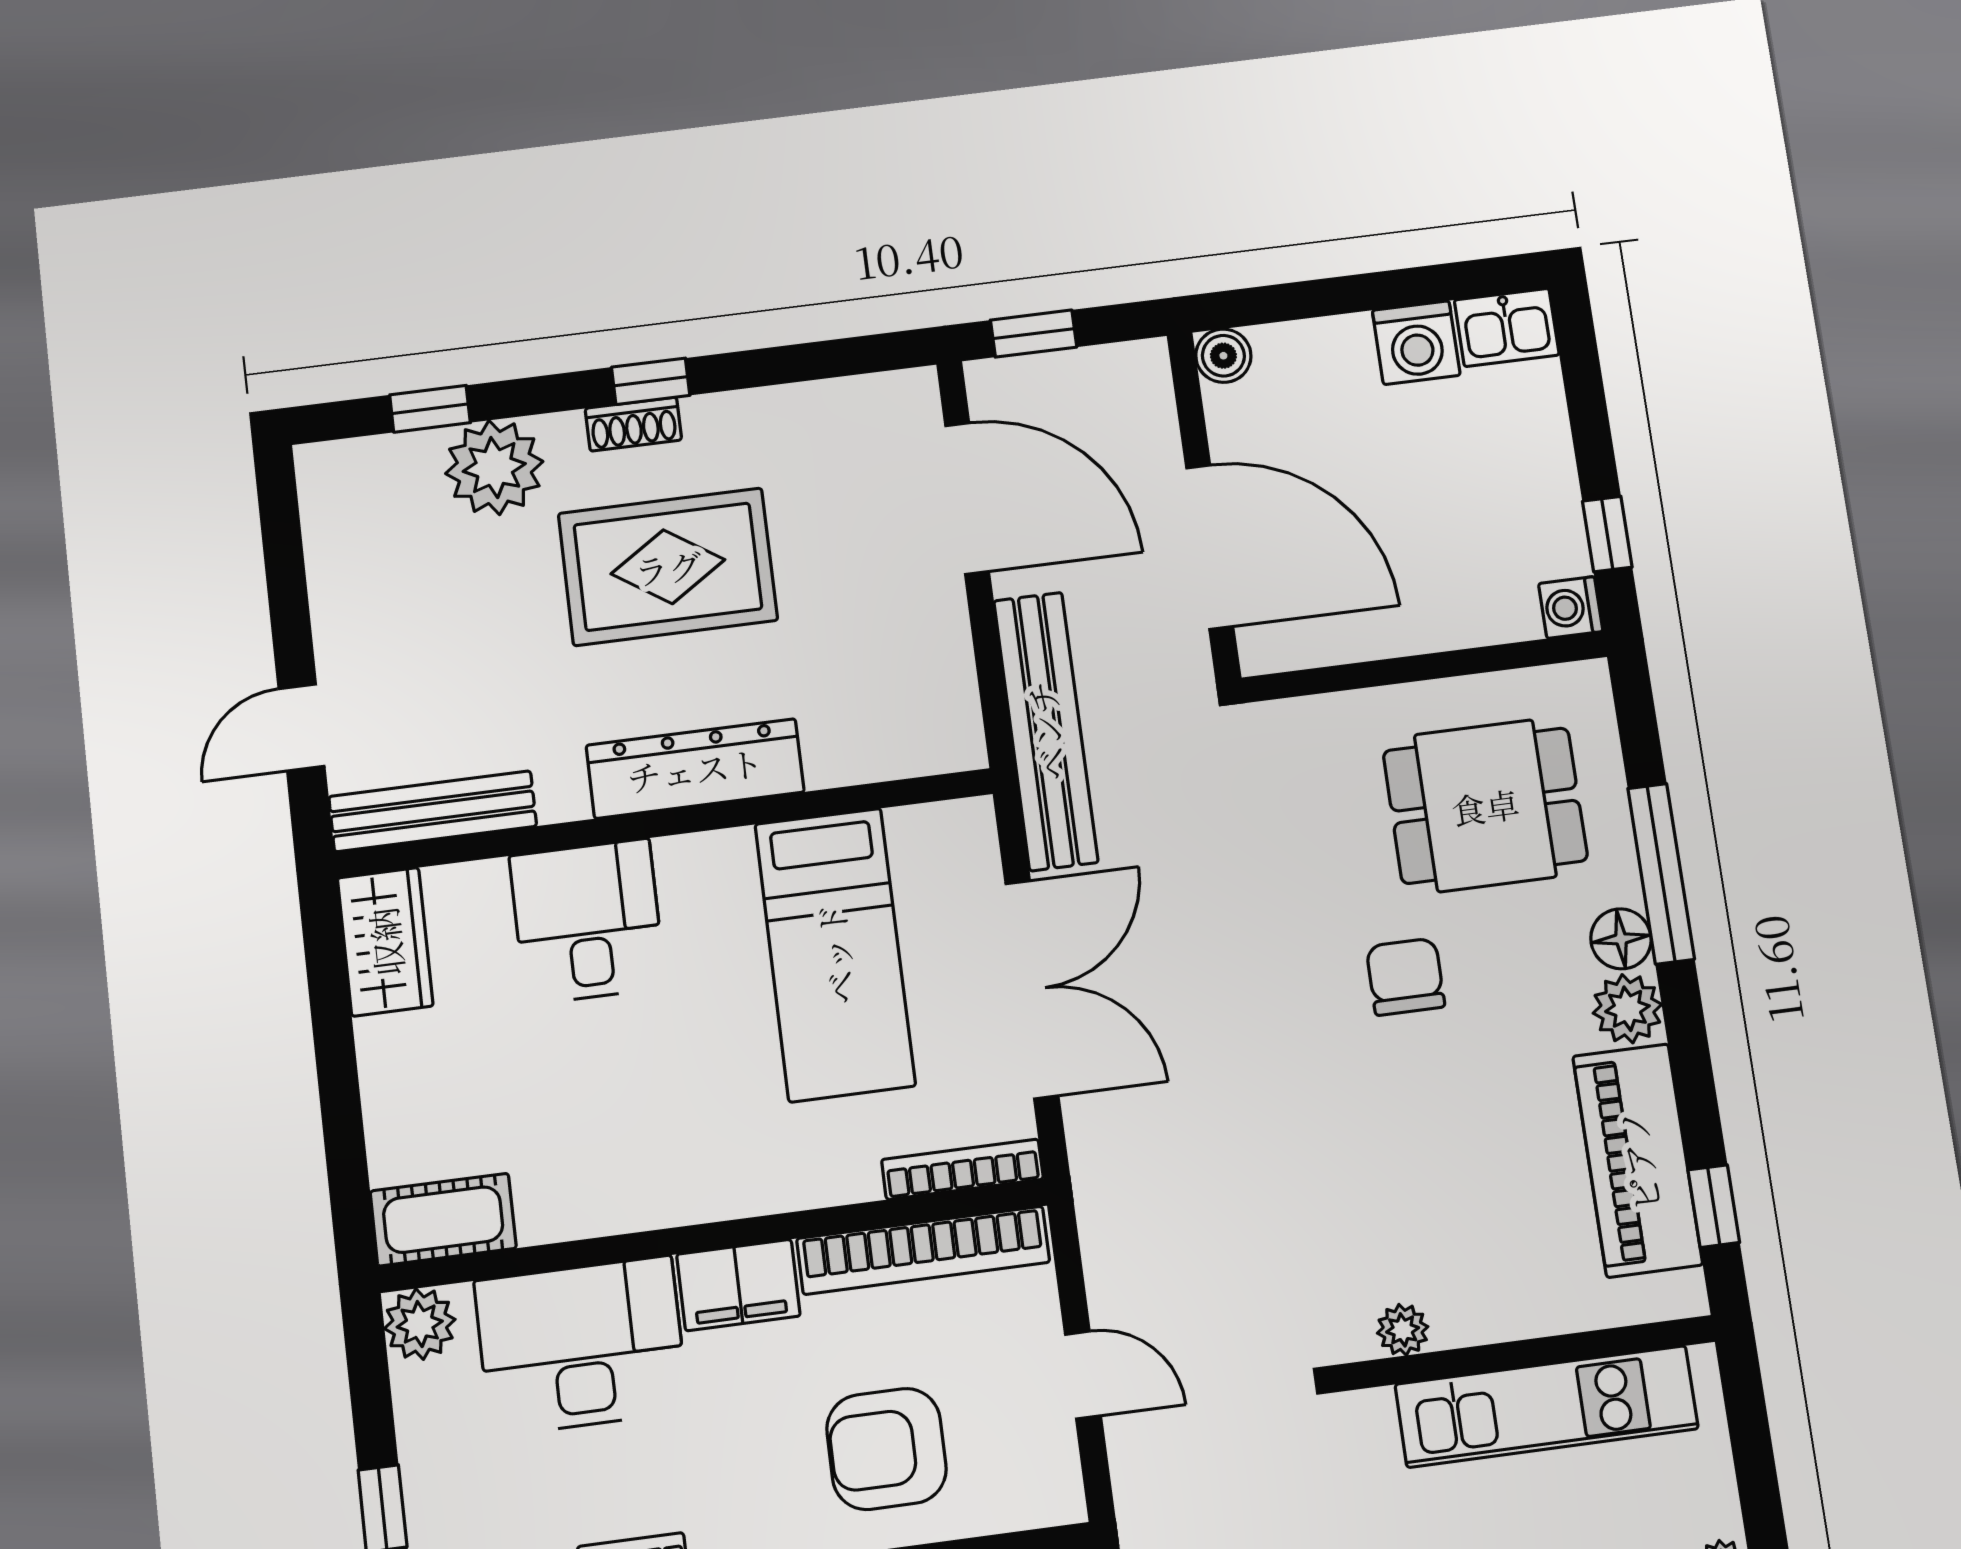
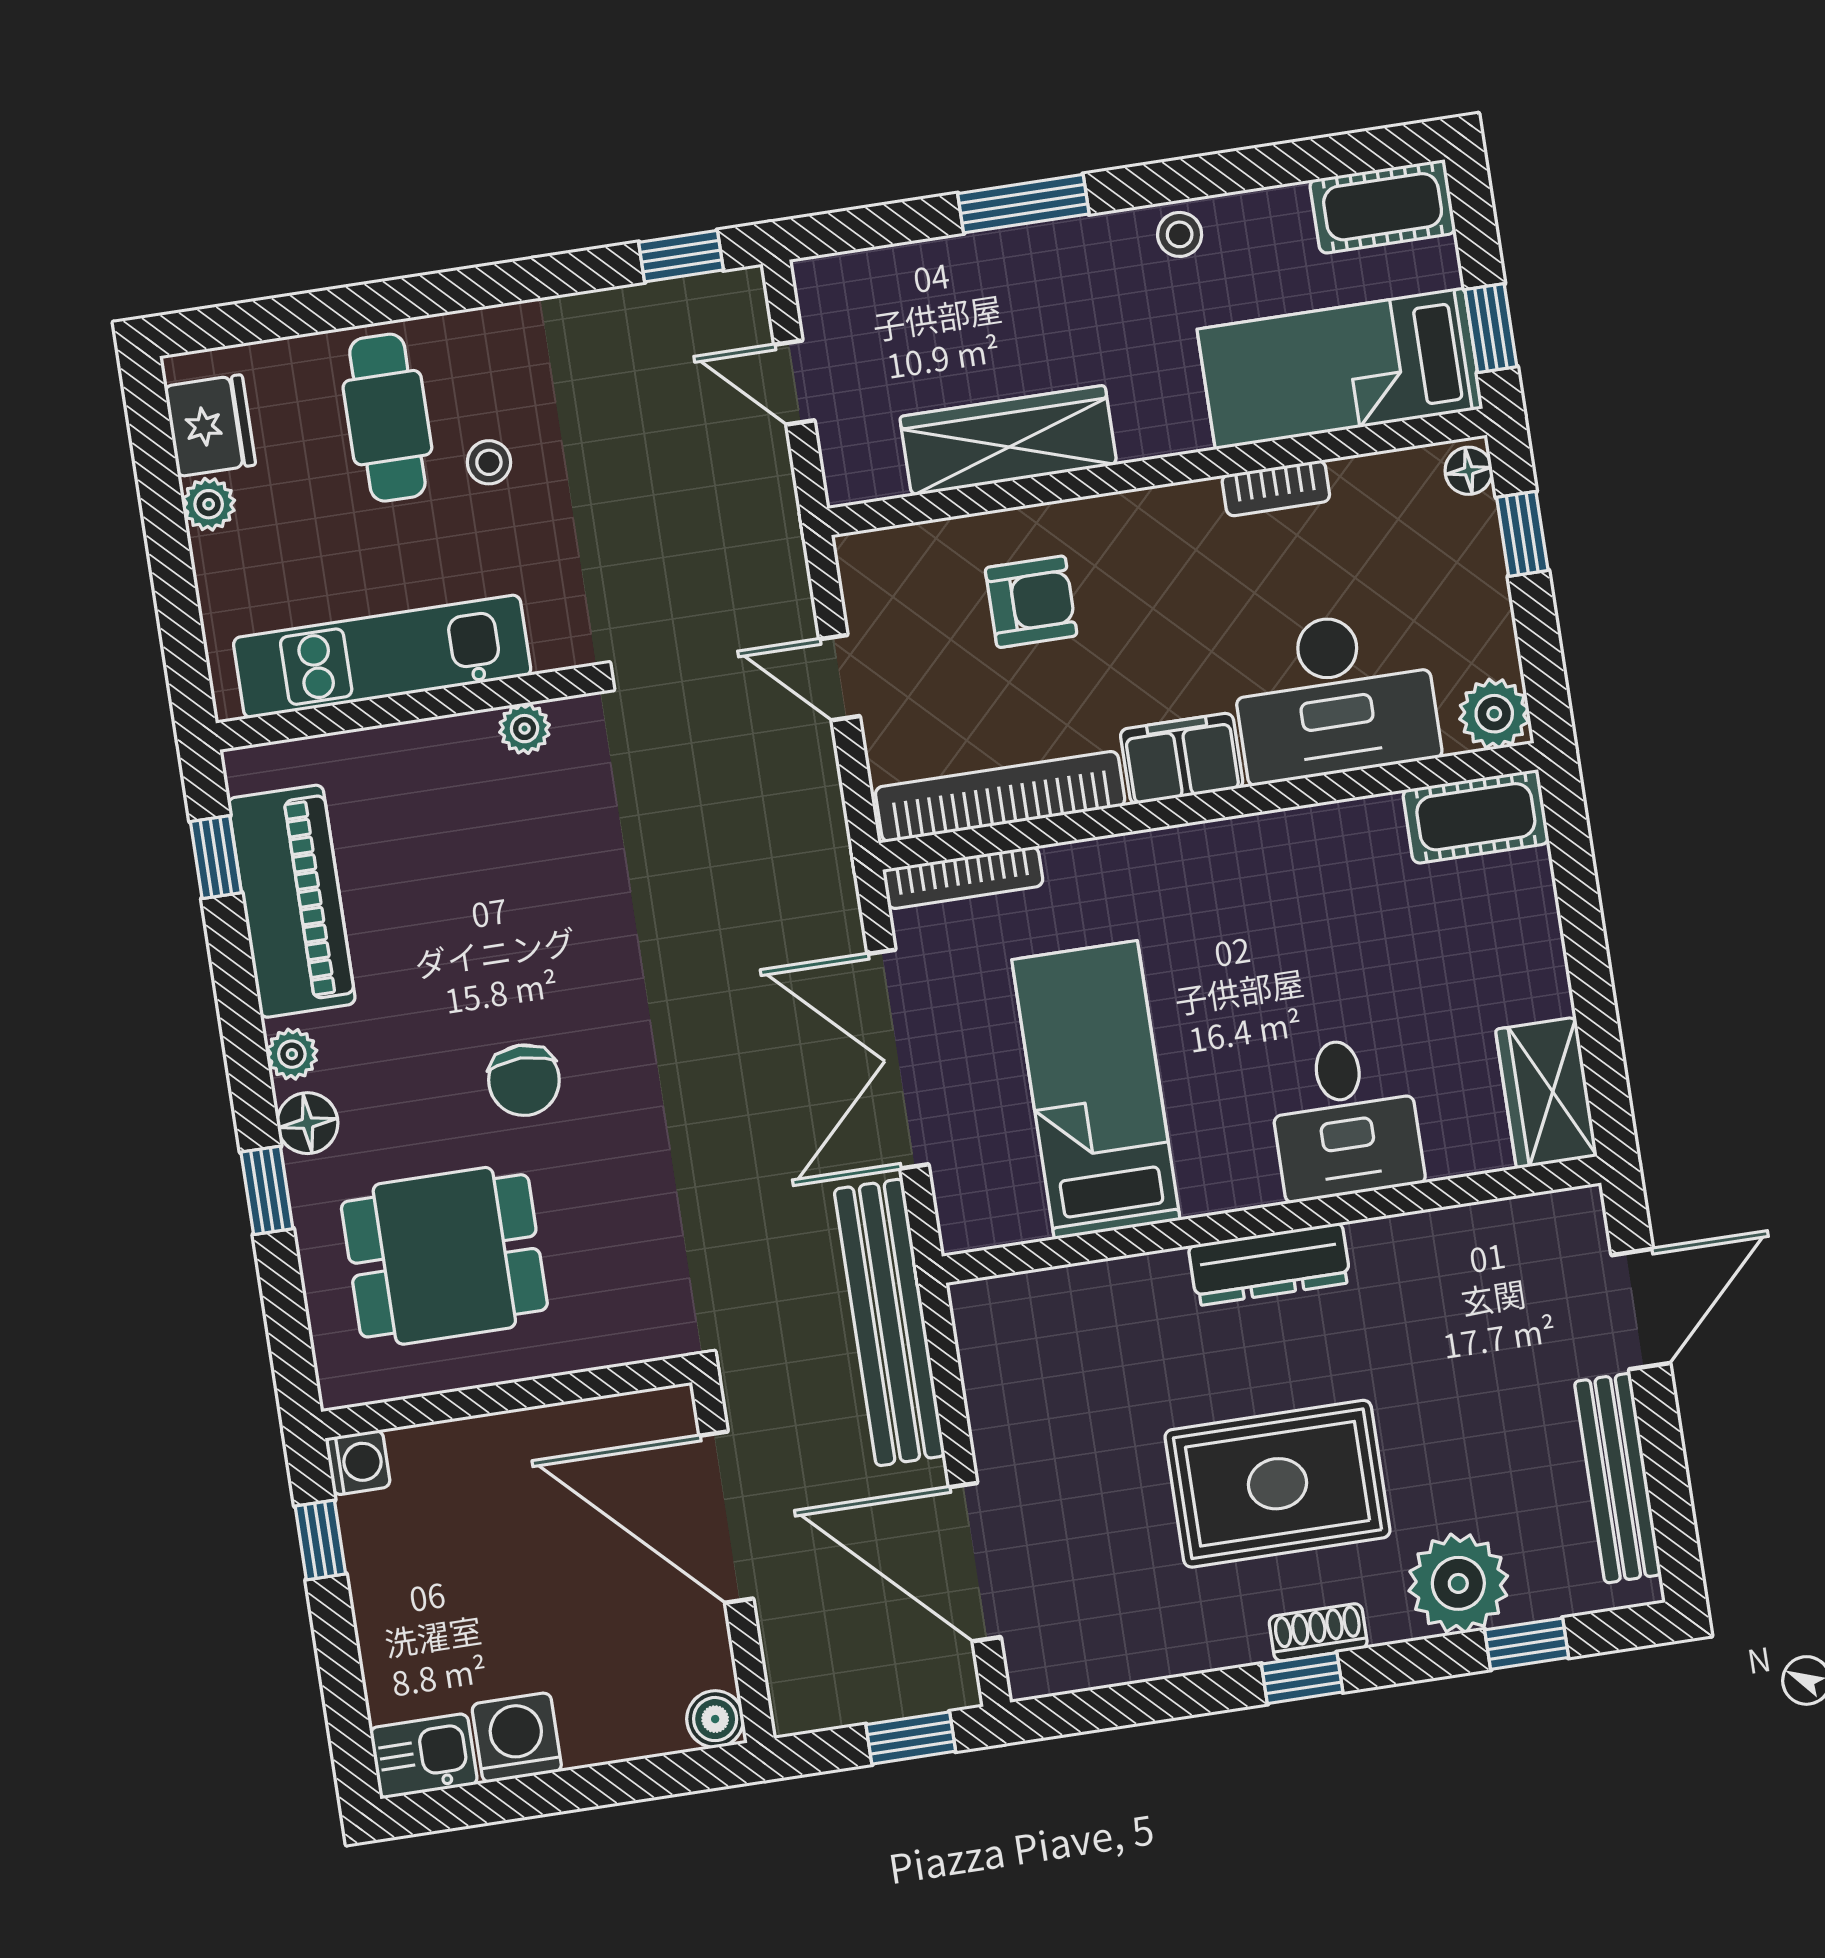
door: (302, 727) -> (1641, 1309), width x1.38
dresser: (695, 769) -> (1270, 1264), width x0.73, depth x0.80
bench: (433, 811) -> (1618, 1478), moved, turned 90
window: (1661, 874) -> (267, 1190), width x0.46
plant: (1627, 1009) -> (292, 1054), width x0.73, depth x0.73
armchair: (886, 1449) -> (1031, 602), width x0.72, depth x0.72

